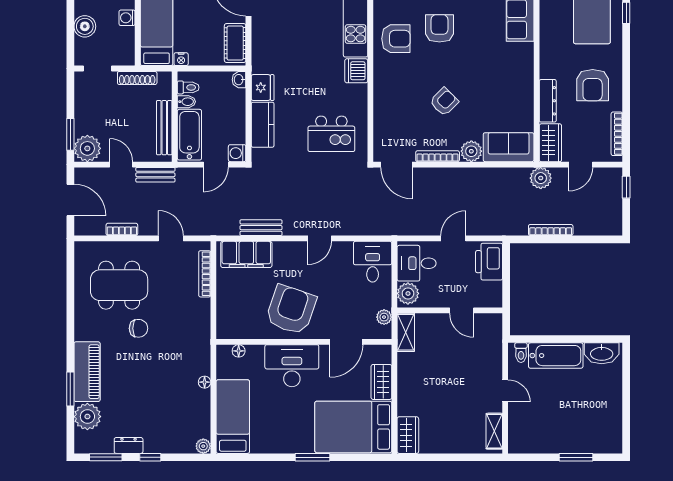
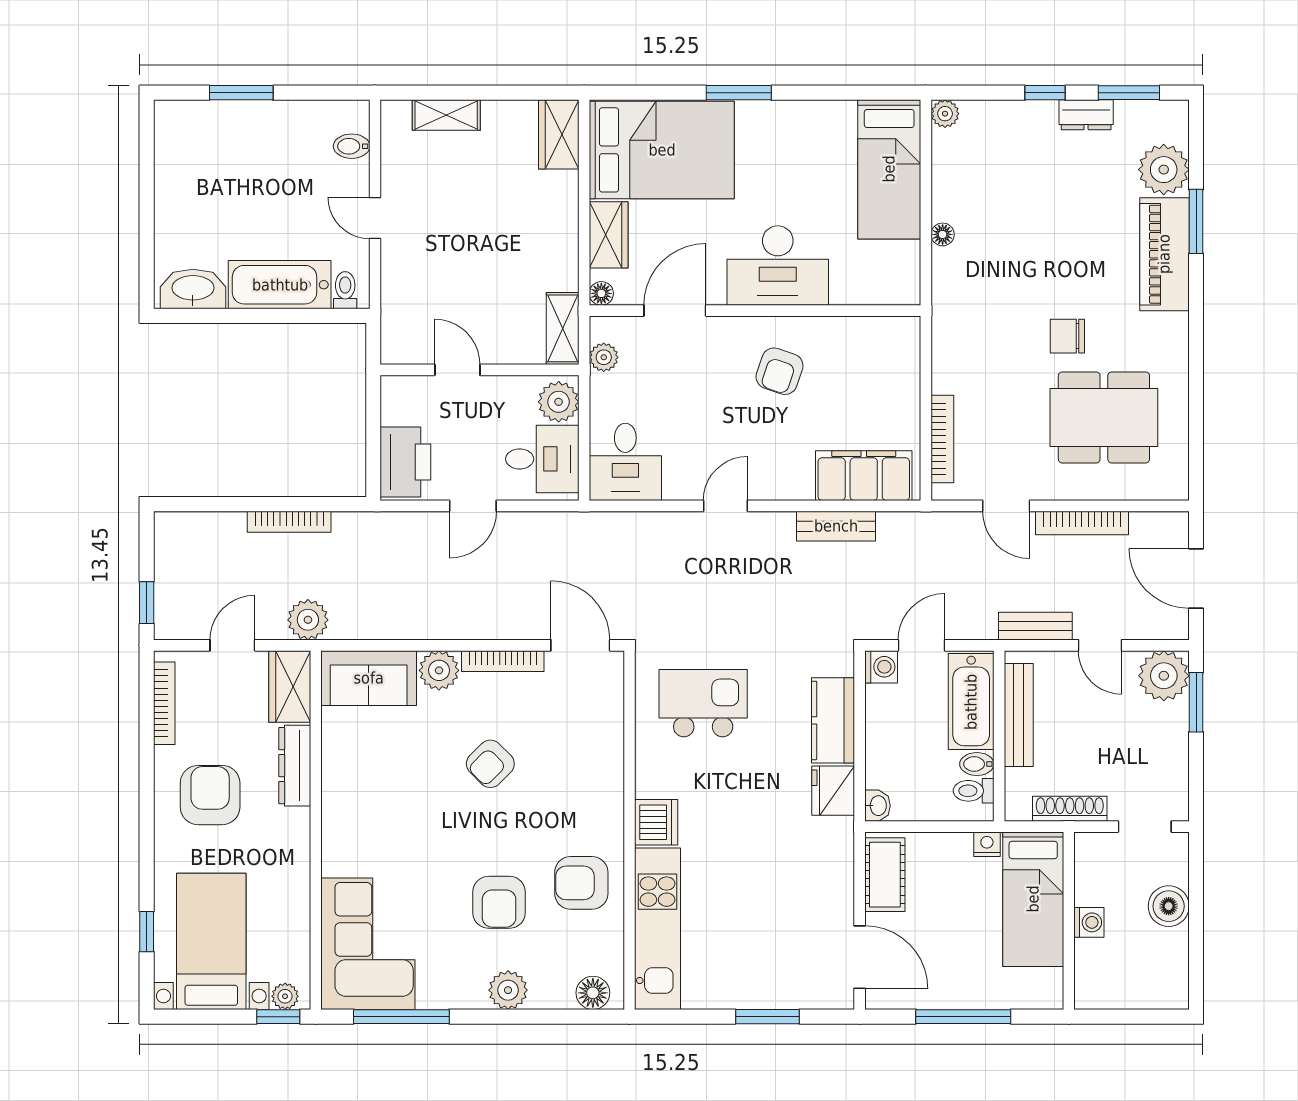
bookcase: (122, 229) -> (1082, 523), width x1.56
armchair: (291, 310) -> (779, 371), width x0.53, depth x0.53
floor lamp: (239, 351) -> (601, 293), moved
bidet: (518, 429) -> (352, 146), added
shelving: (494, 431) -> (446, 115), moved, turned 90

